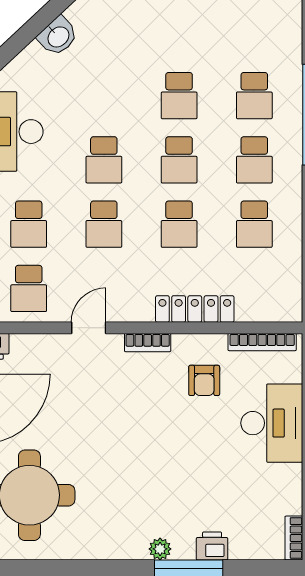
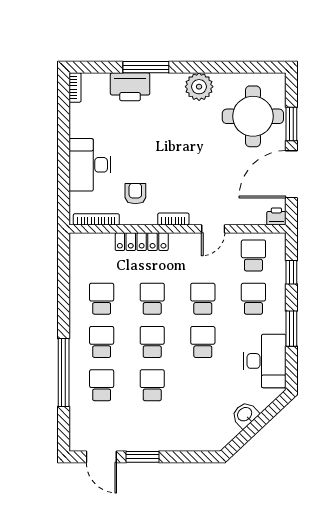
washbasin: (58, 36) -> (245, 415), moved
printer: (212, 546) -> (130, 87), width x1.87, depth x1.48
plant: (160, 549) -> (199, 87), moved, width x1.87, depth x1.87

